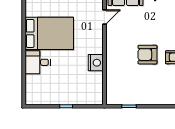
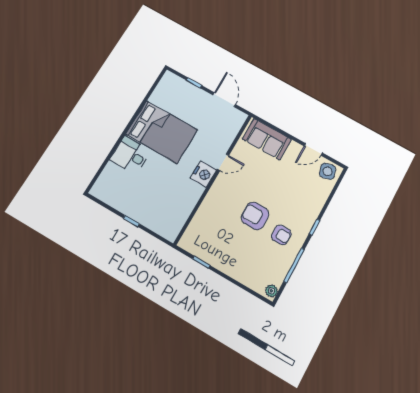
door: (104, 17) -> (223, 162), moved
nightstand: (96, 63) -> (203, 174), moved

